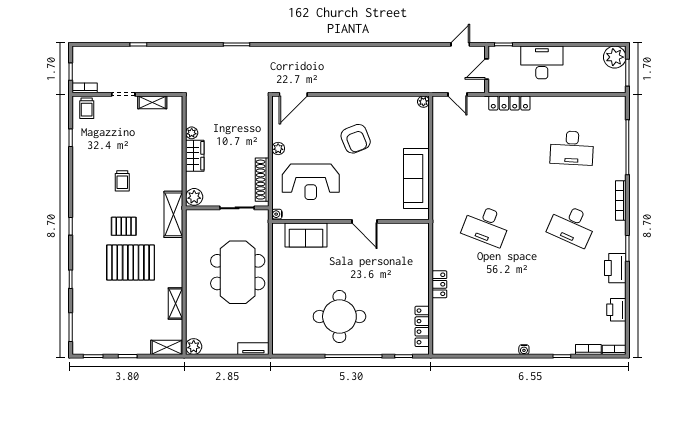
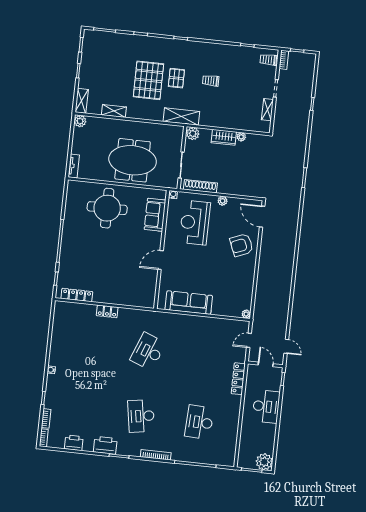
armchair: (356, 139) -> (241, 245), moved
desk: (572, 225) -> (141, 416), turned -33
round table: (339, 317) -> (107, 208), moved

